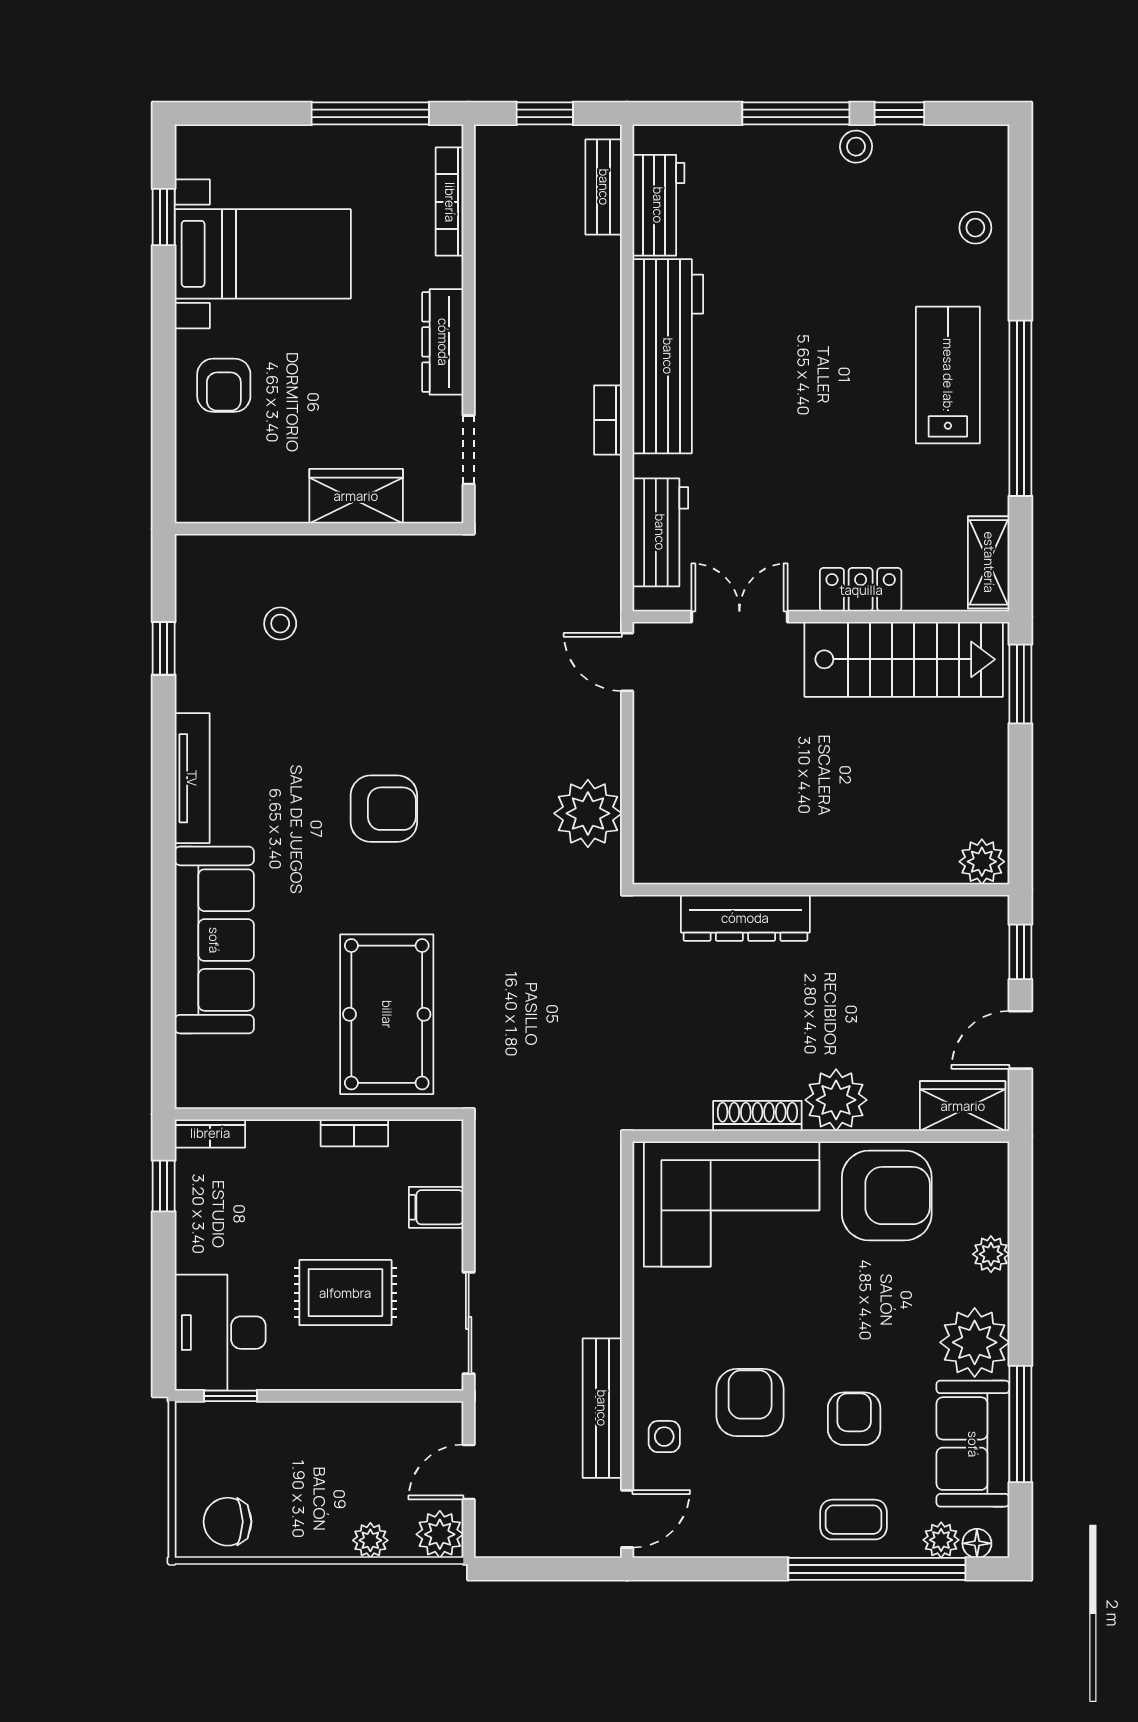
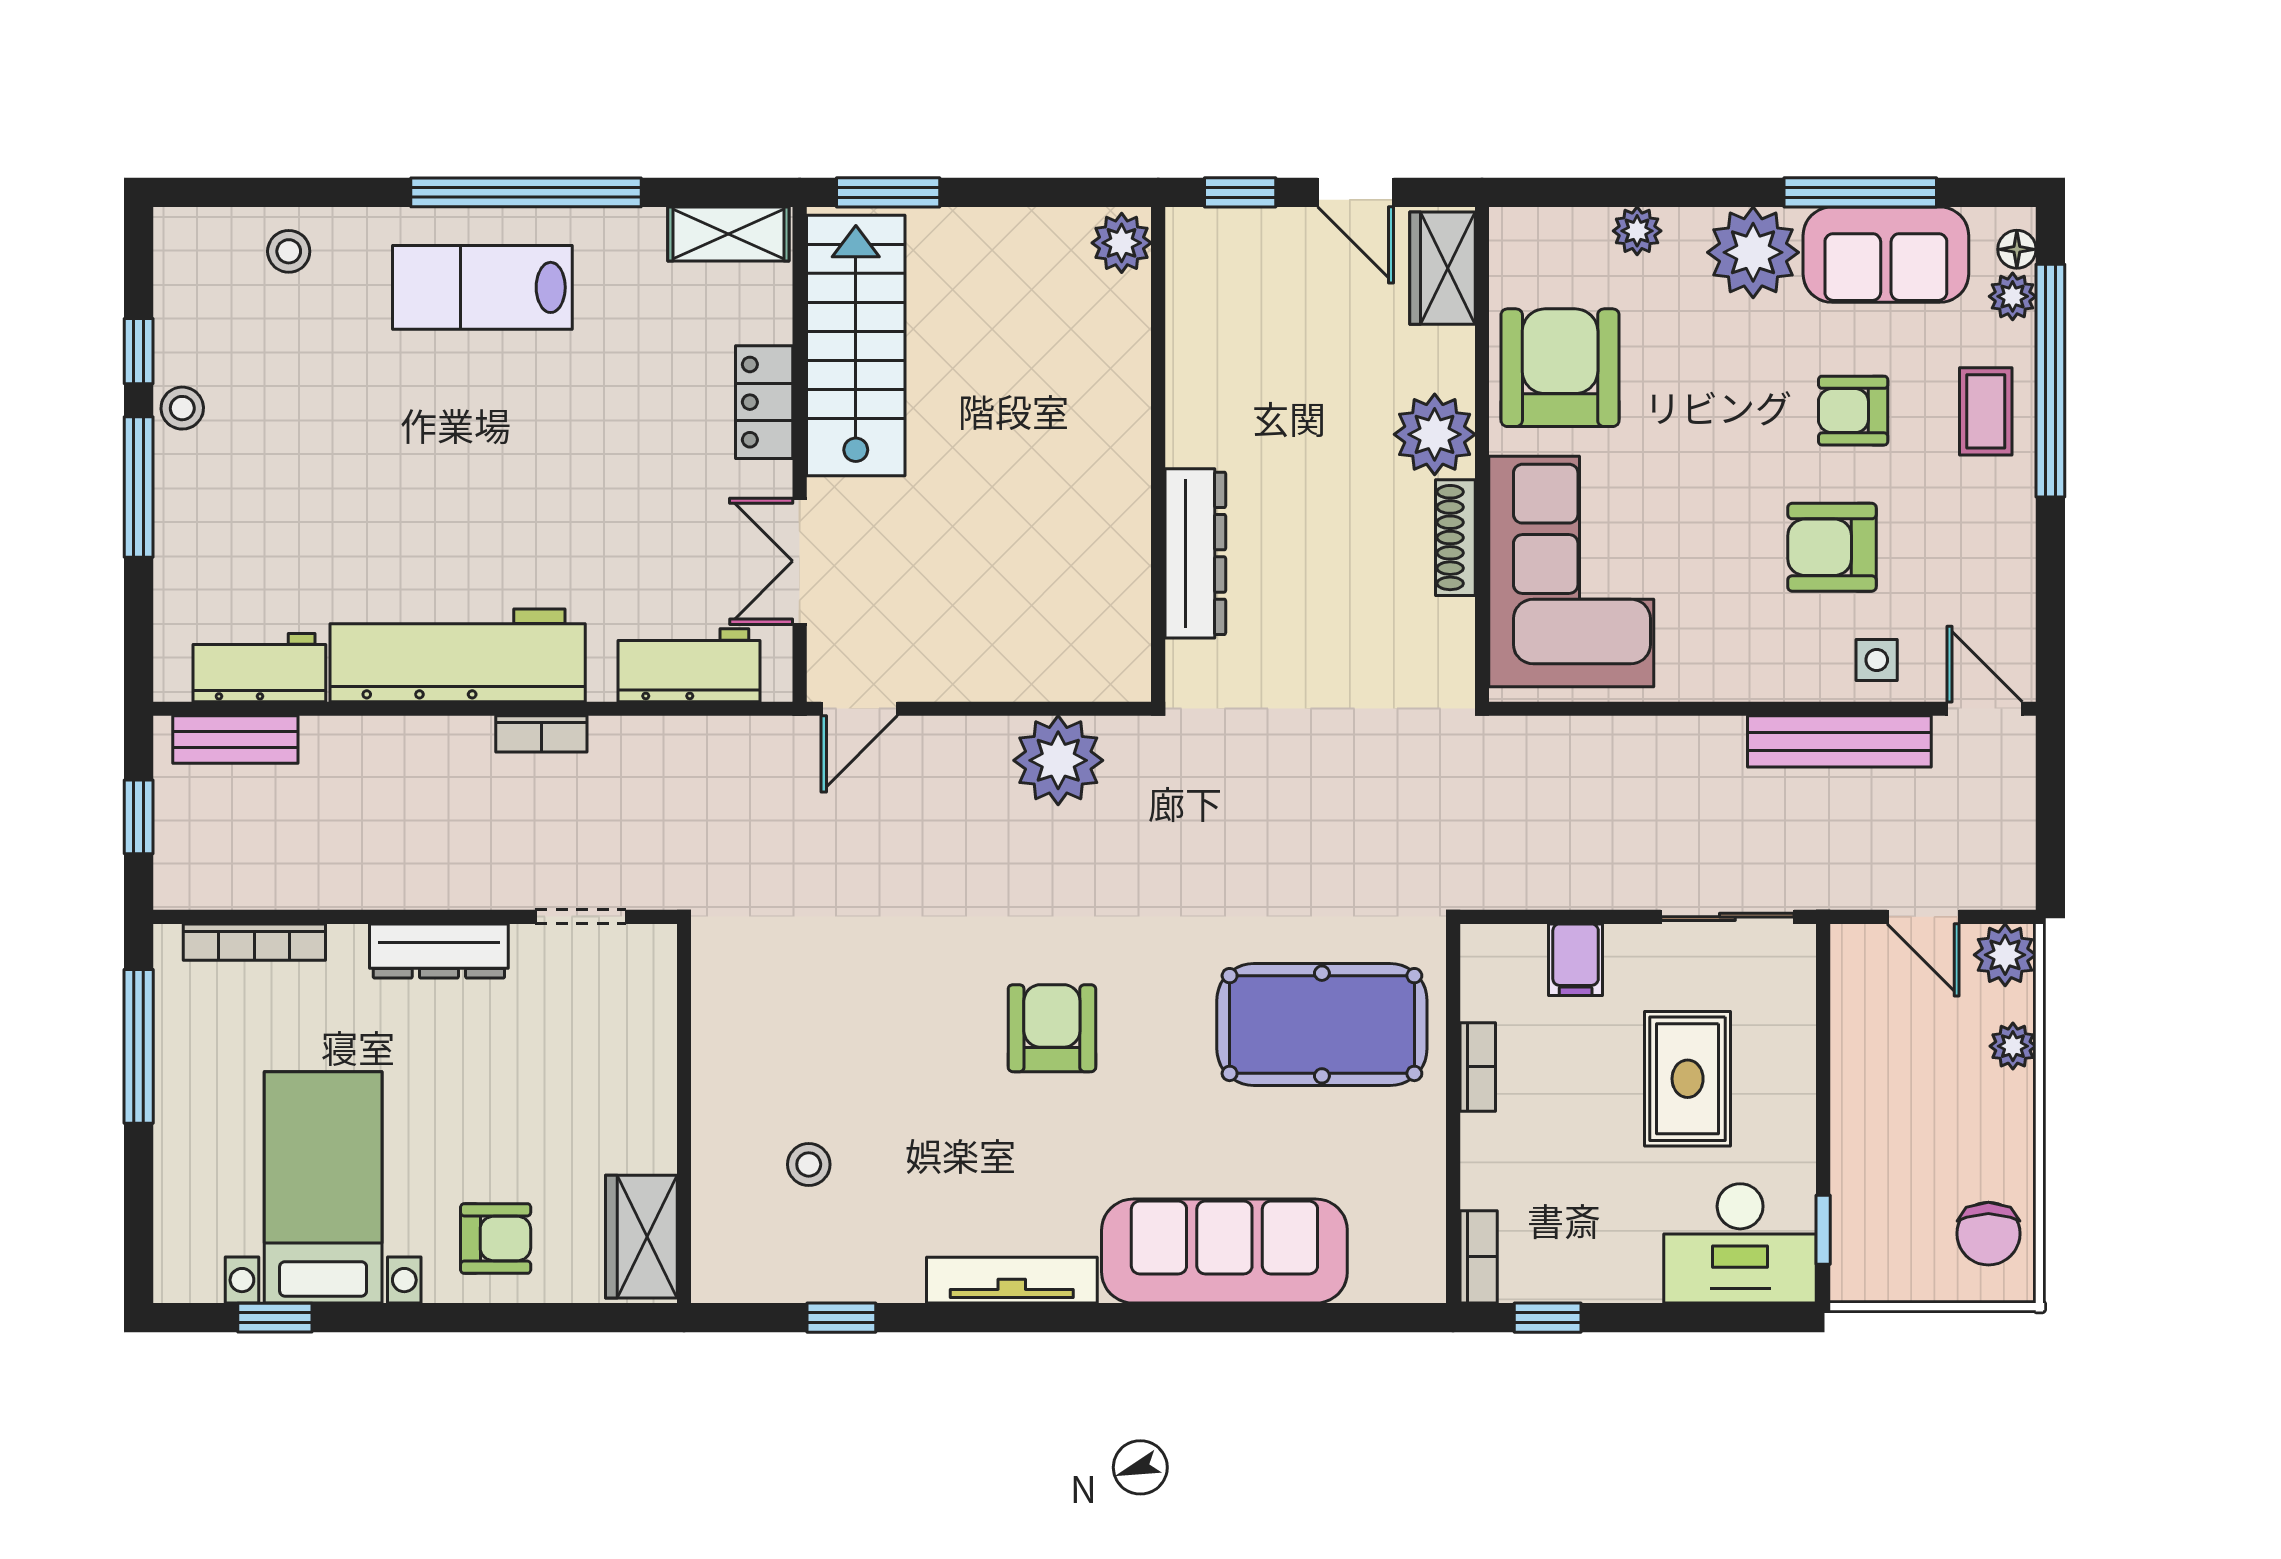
wardrobe: (356, 496) -> (641, 1237), moved

